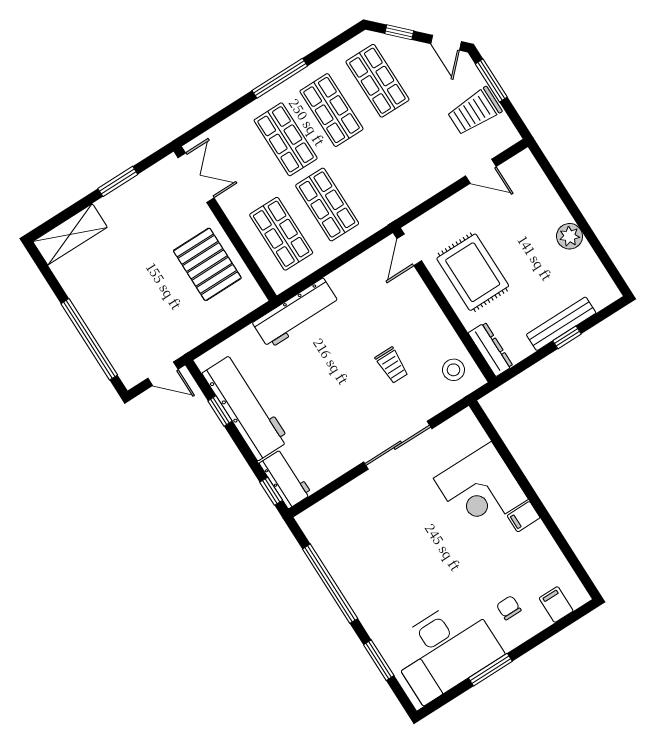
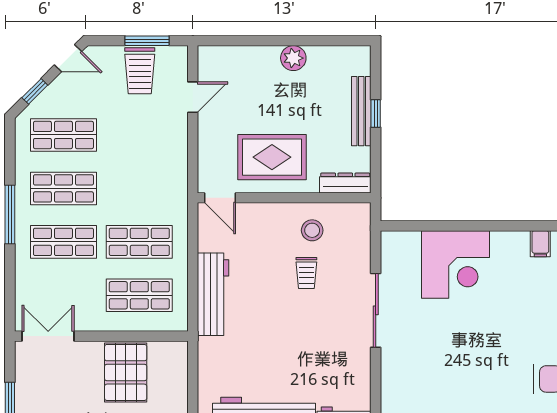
window: (491, 80) -> (147, 41), moved
pallet: (207, 264) -> (126, 372), turned 90
workbench: (296, 313) -> (213, 294), moved
trolley: (392, 365) -> (306, 273), turned 90
stool: (453, 370) -> (312, 230), moved
filing cabinet: (524, 517) -> (540, 244), moved

